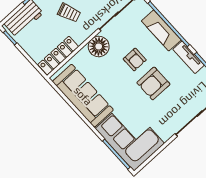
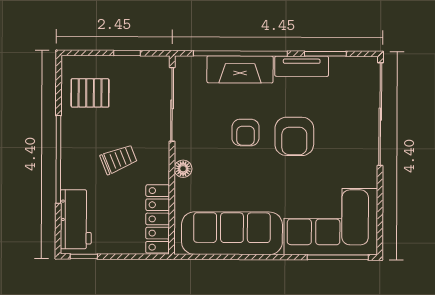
floor lamp: (99, 46) -> (183, 169), width x0.53, depth x0.53
armchair: (135, 59) -> (246, 132), turned 90

